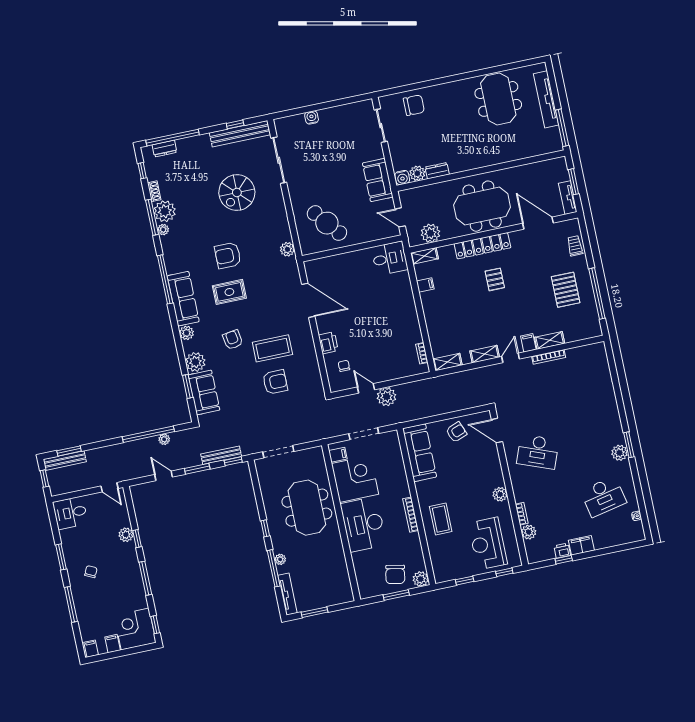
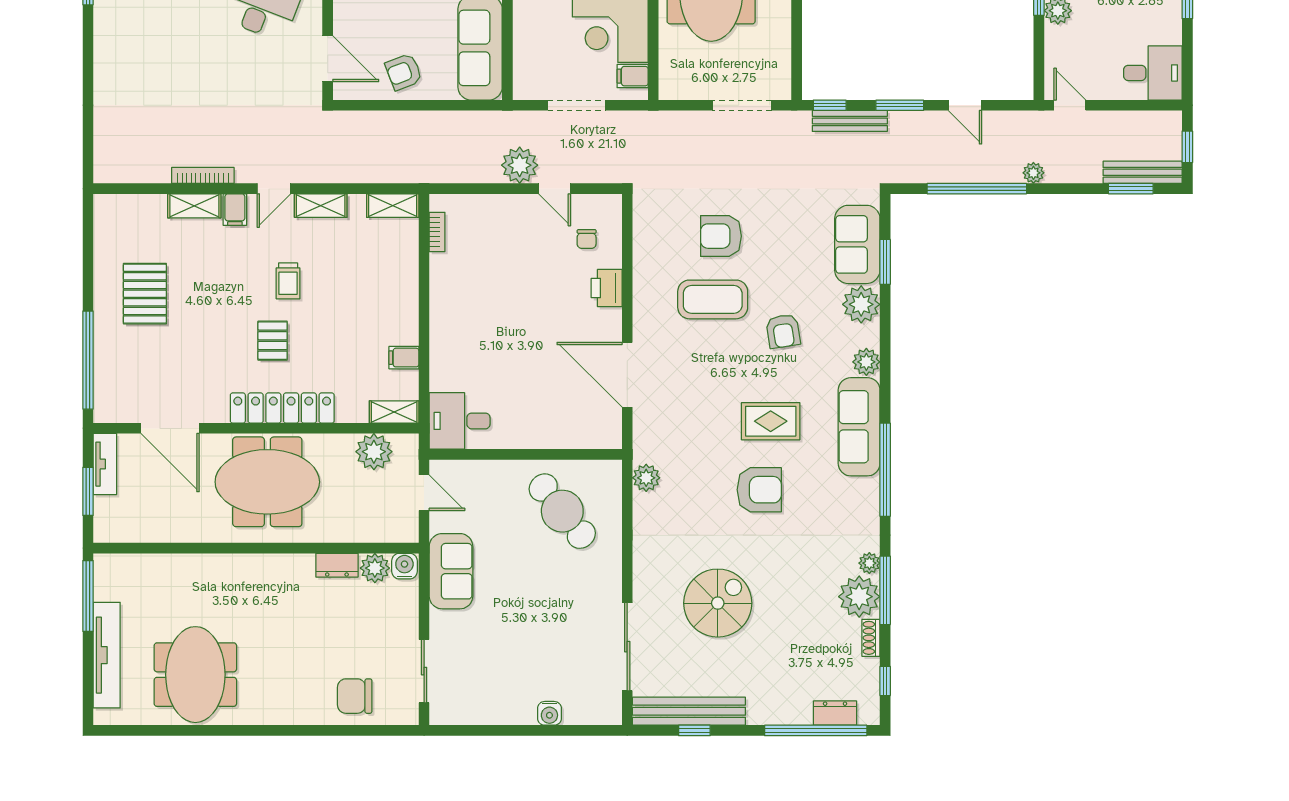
trolley: (575, 246) -> (288, 281), moved
window: (597, 293) -> (88, 360), moved
plant: (164, 439) -> (1033, 173), moved

